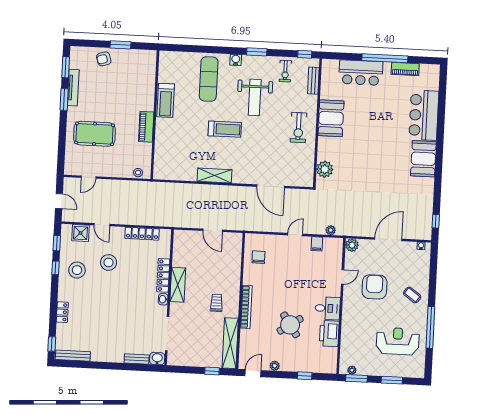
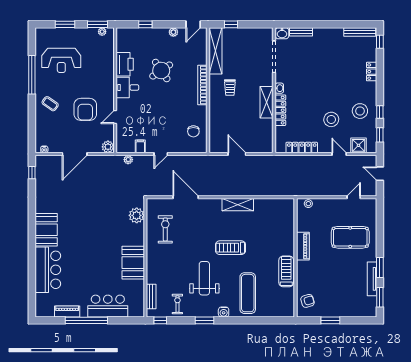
armchair: (104, 59) -> (308, 301), moved
exercise bike: (299, 128) -> (165, 229), moved

